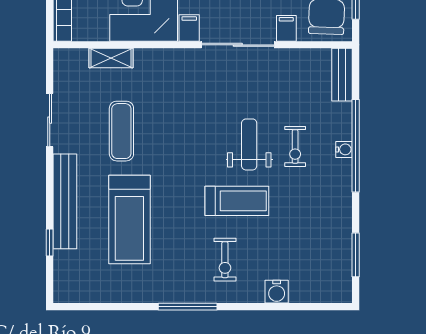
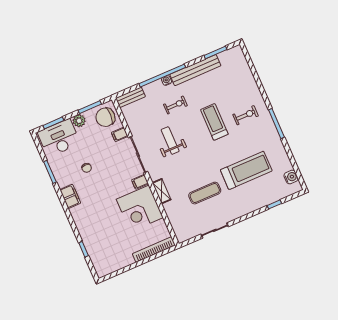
shelving: (111, 58) -> (162, 191), moved
weight bench: (249, 144) -> (170, 141), moved, turned 90
bench: (65, 201) -> (195, 70), moved
water cooler: (277, 292) -> (291, 177), moved

